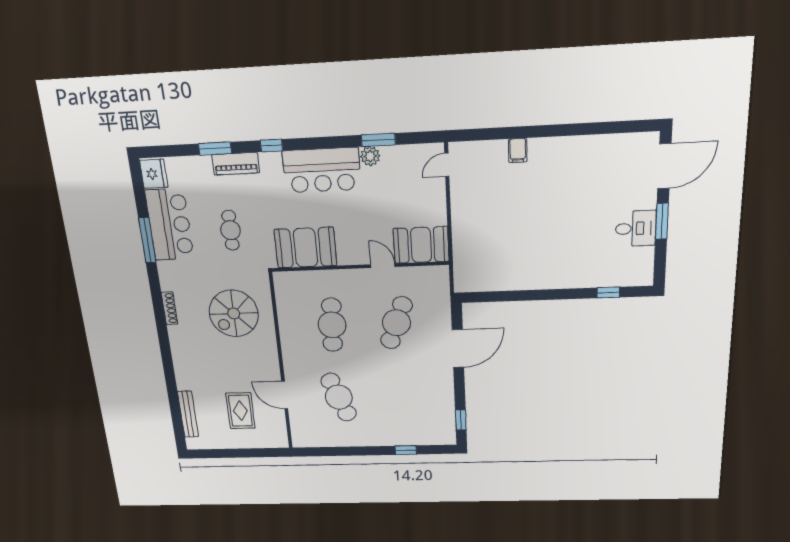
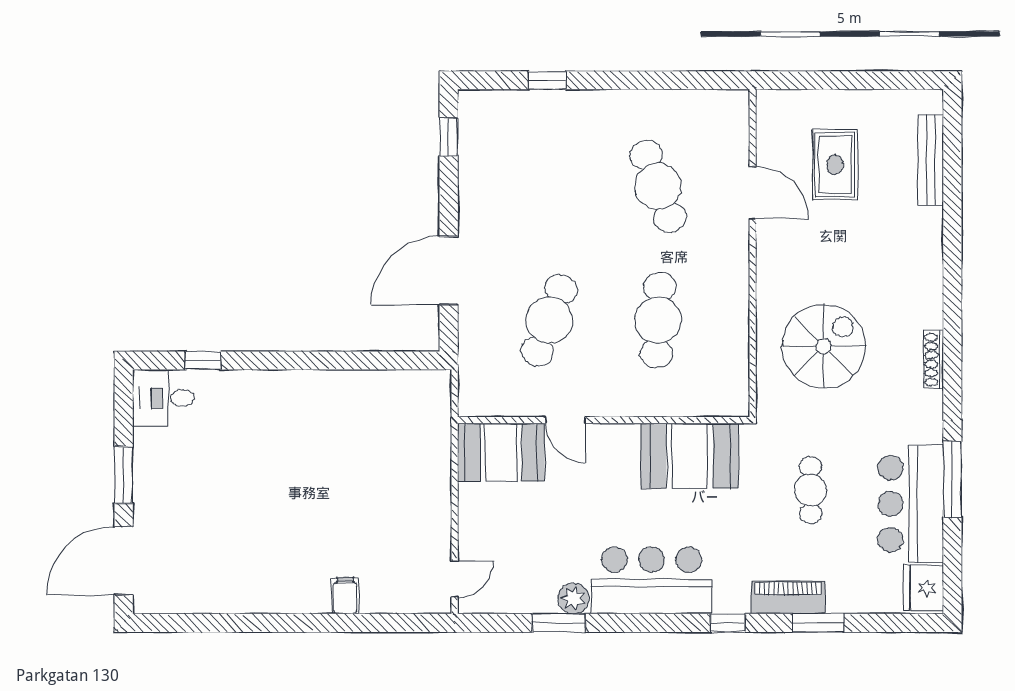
desk: (636, 229) -> (163, 398), moved

